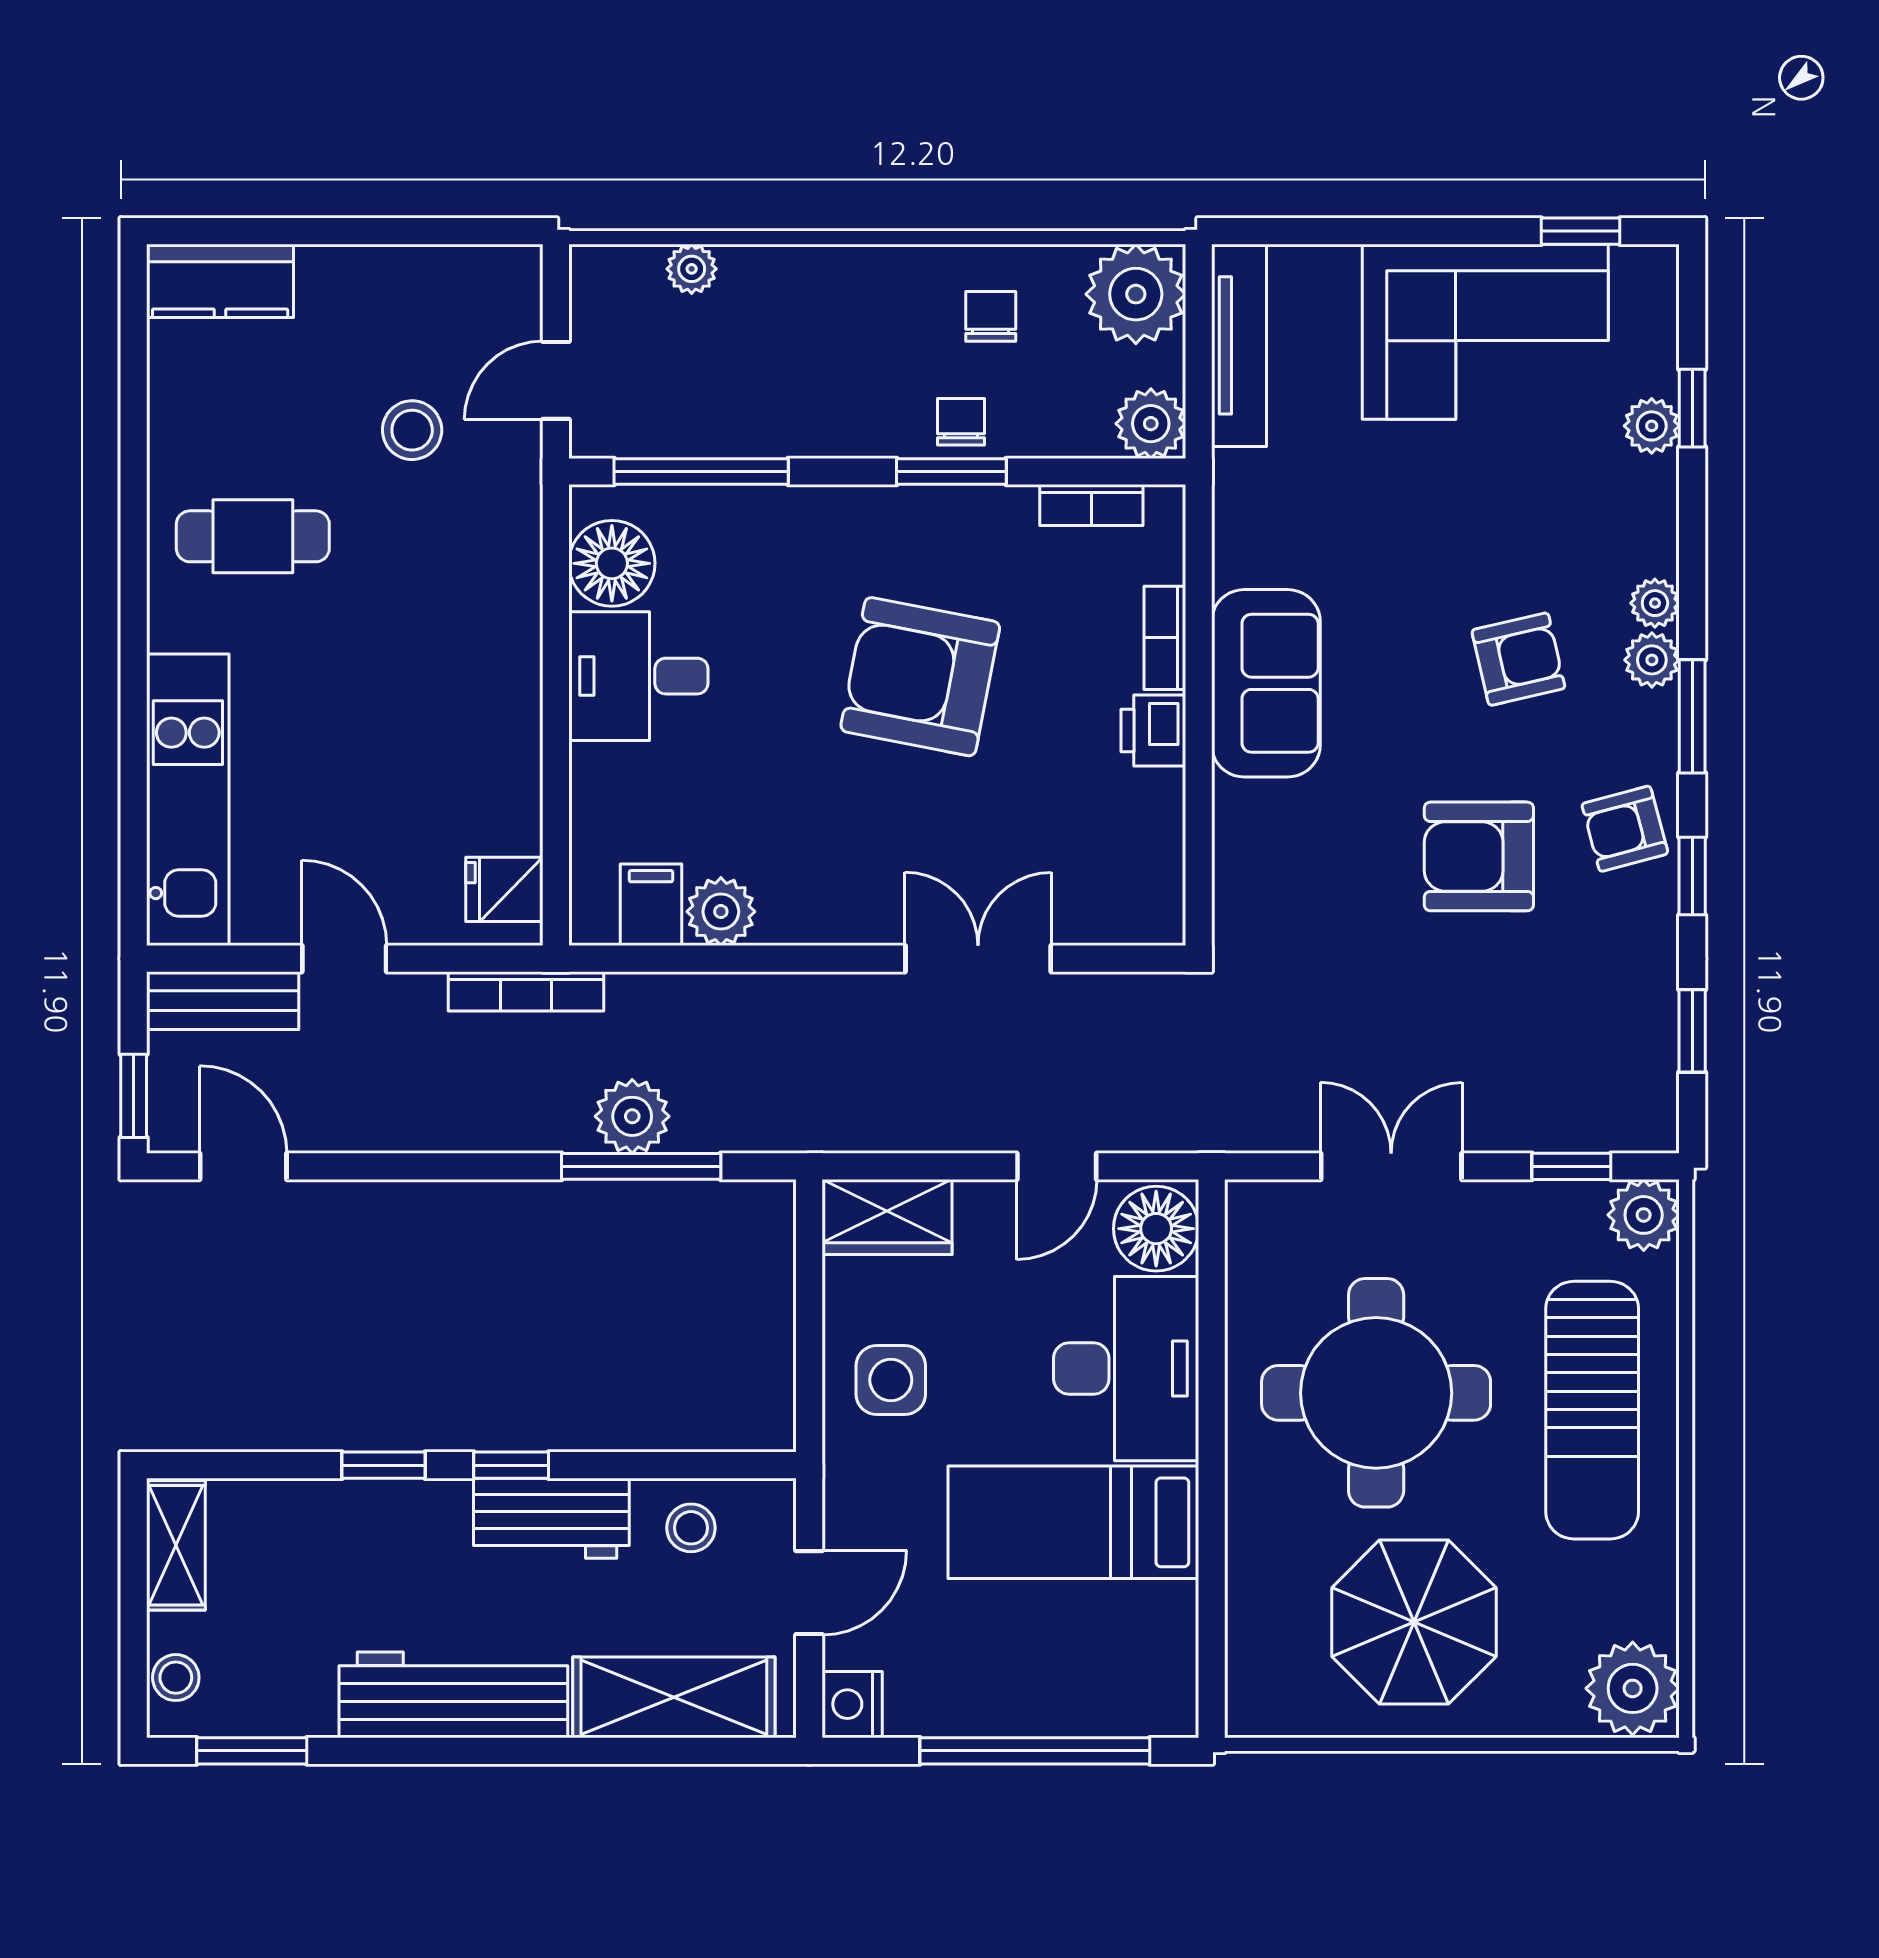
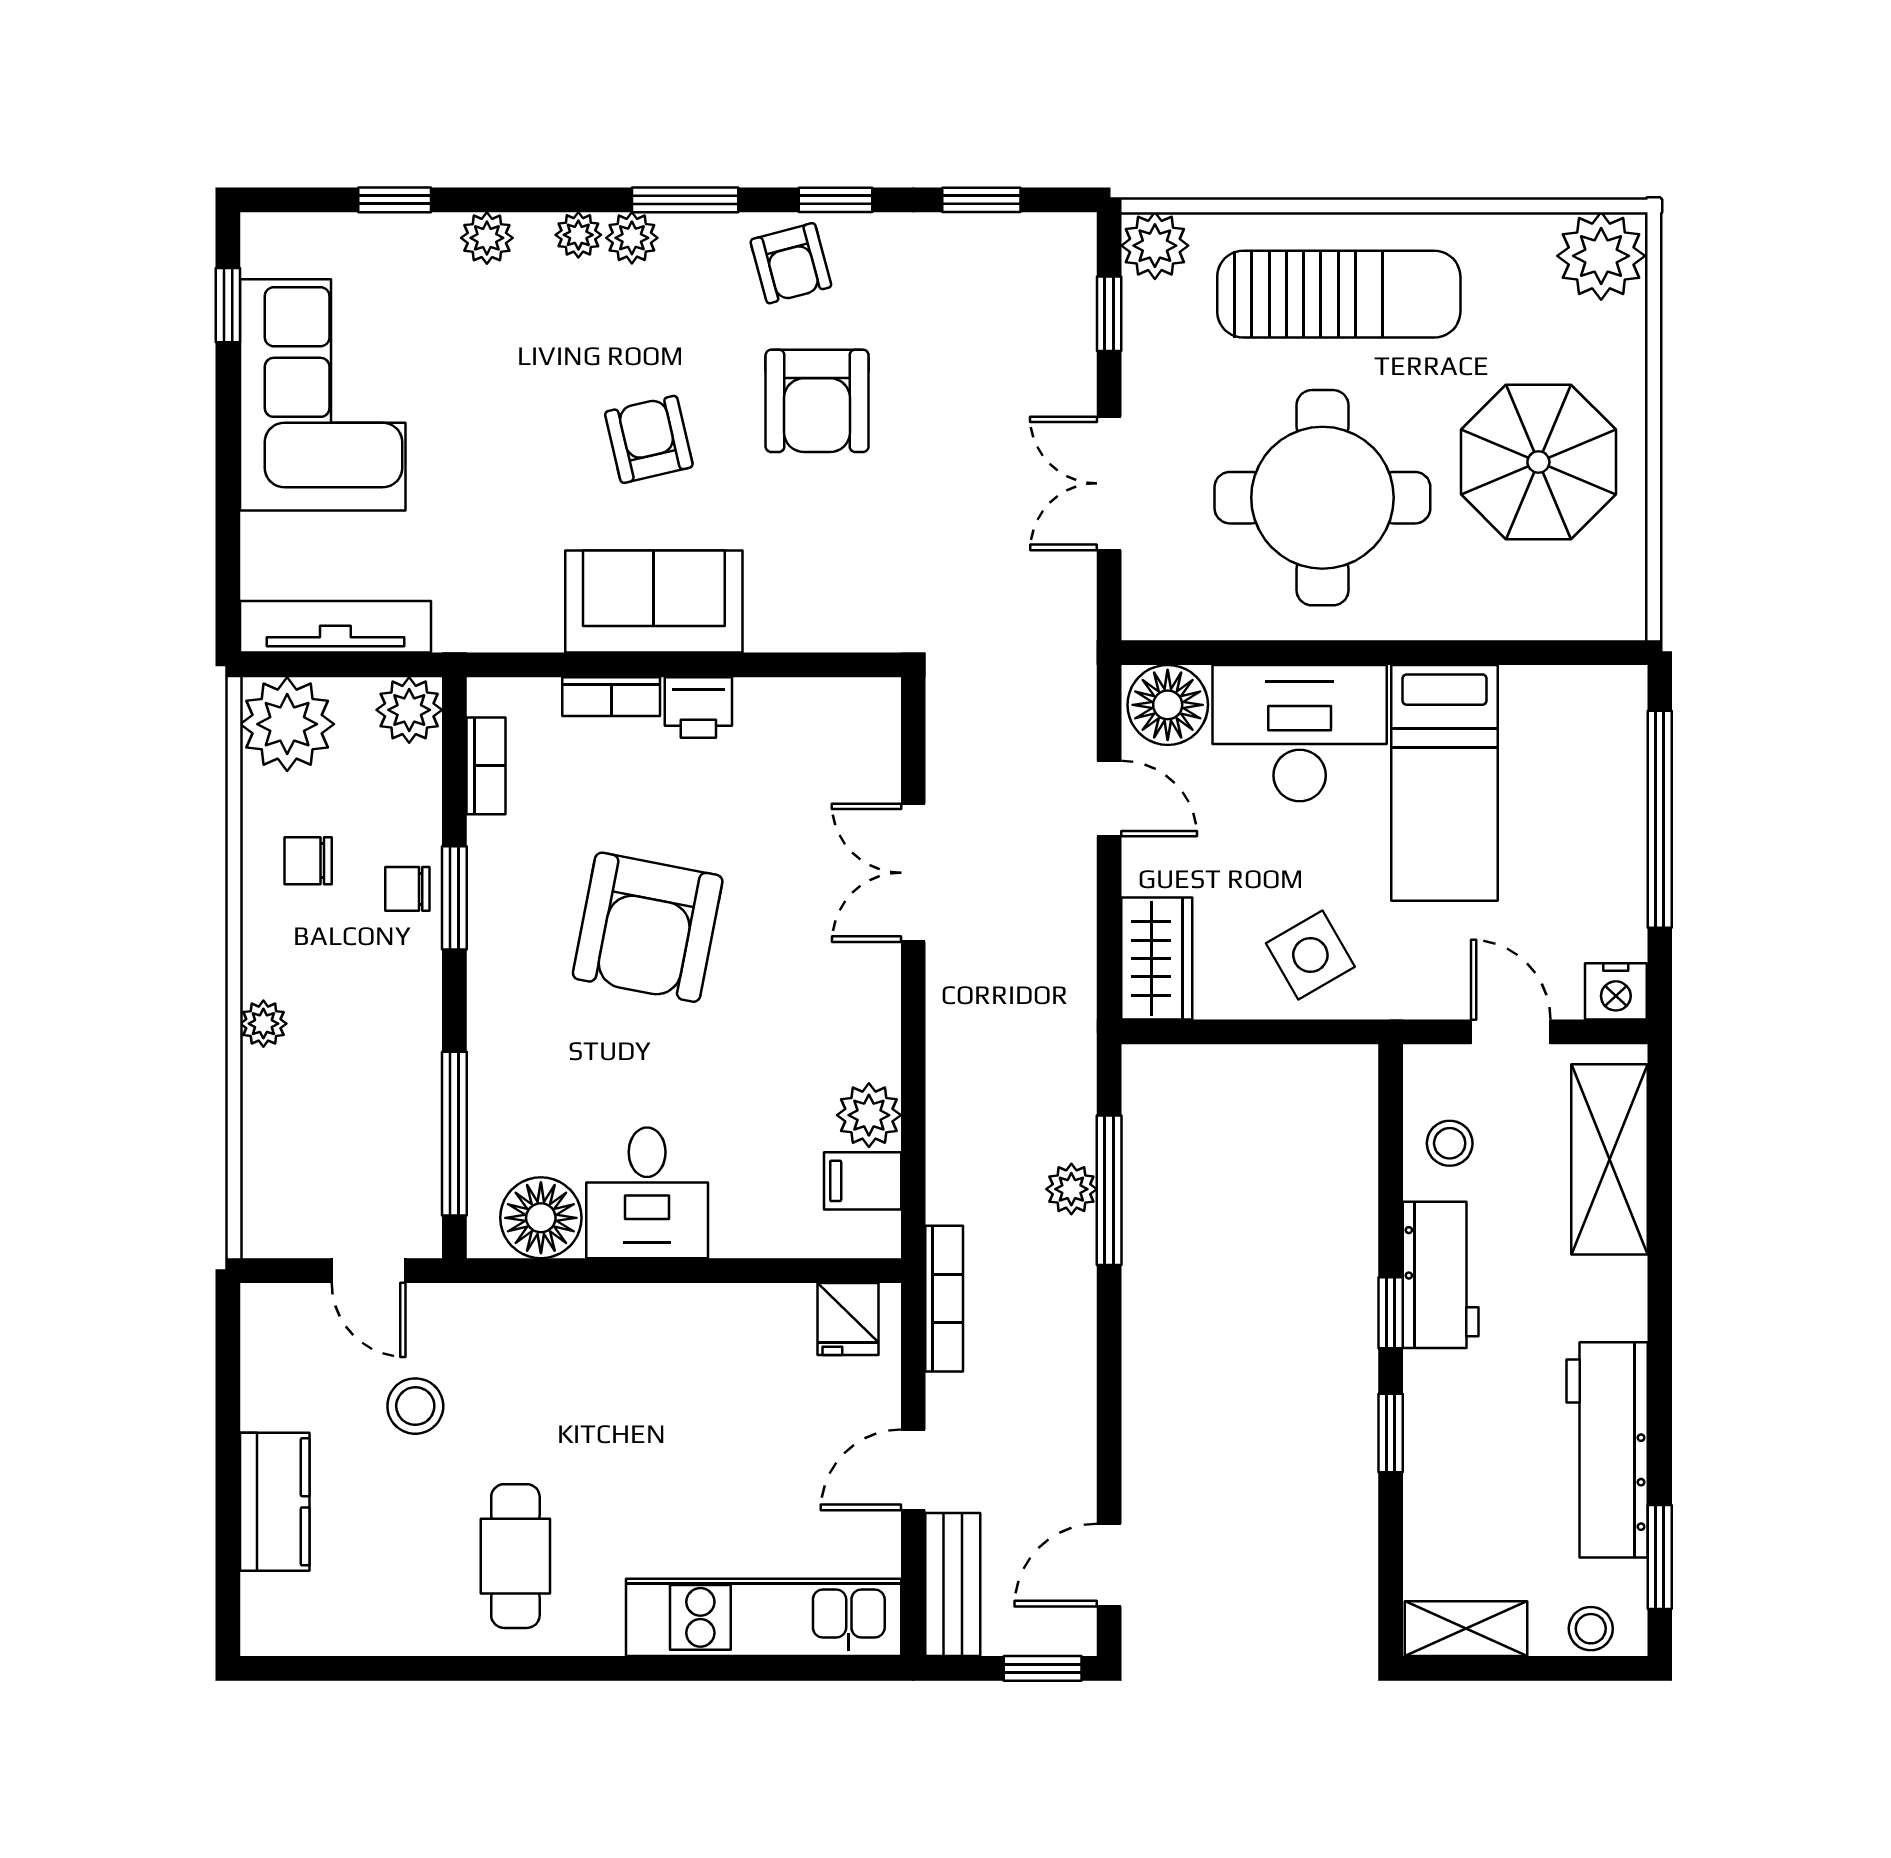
plant: (692, 269) -> (263, 1024), moved
kitchen counter: (220, 281) -> (275, 1502), moved
plant: (1652, 426) -> (487, 238), moved
armchair: (1518, 659) -> (649, 439), moved
plant: (632, 1116) -> (1071, 1189), width x0.73, depth x0.73
side table: (891, 1380) -> (1310, 955), turned -30
workbench: (453, 1695) -> (1607, 1450), moved

